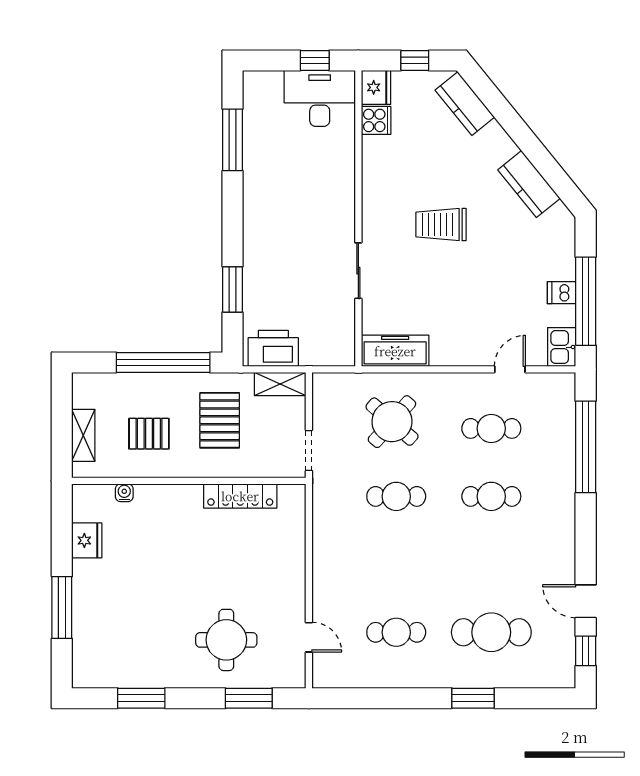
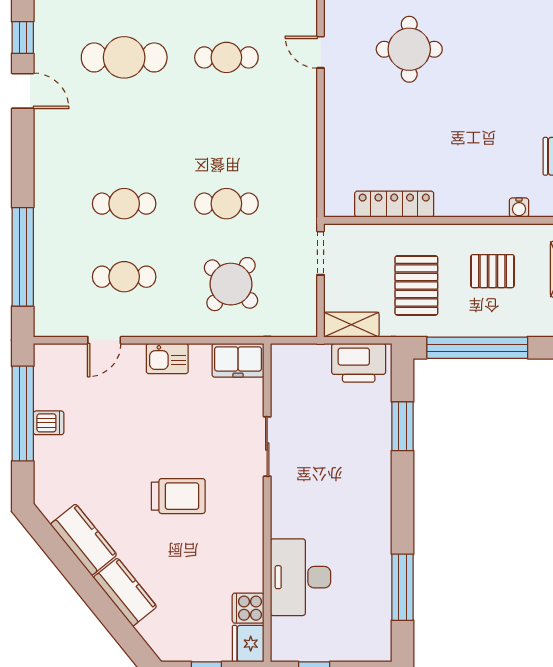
desk: (320, 98) -> (301, 577), moved, turned 90
kitchen counter: (465, 104) -> (125, 592), moved
kitchen sink: (562, 347) -> (167, 359), moved, turned 90
freezer: (395, 351) -> (238, 360), width x0.71

